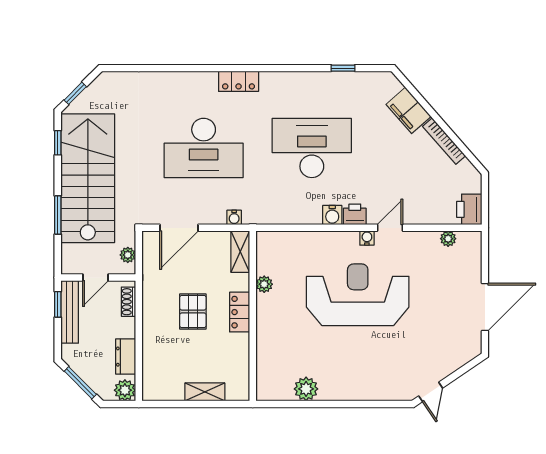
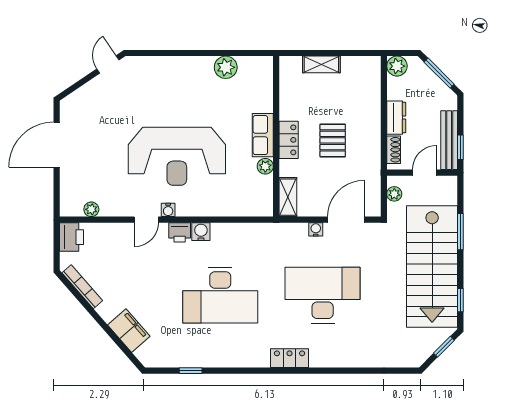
bookcase: (444, 141) -> (82, 287), moved
water cooler: (234, 217) -> (316, 229), moved
row of seats: (267, 317) -> (263, 135), added
dresser: (126, 357) -> (396, 118), moved

